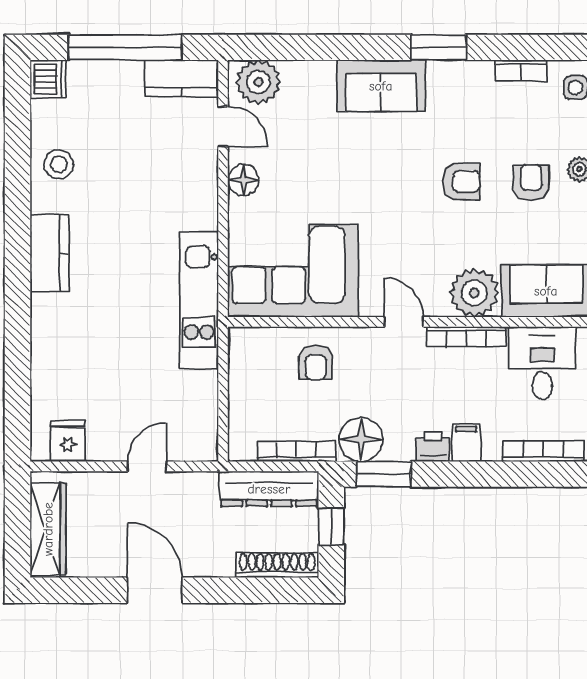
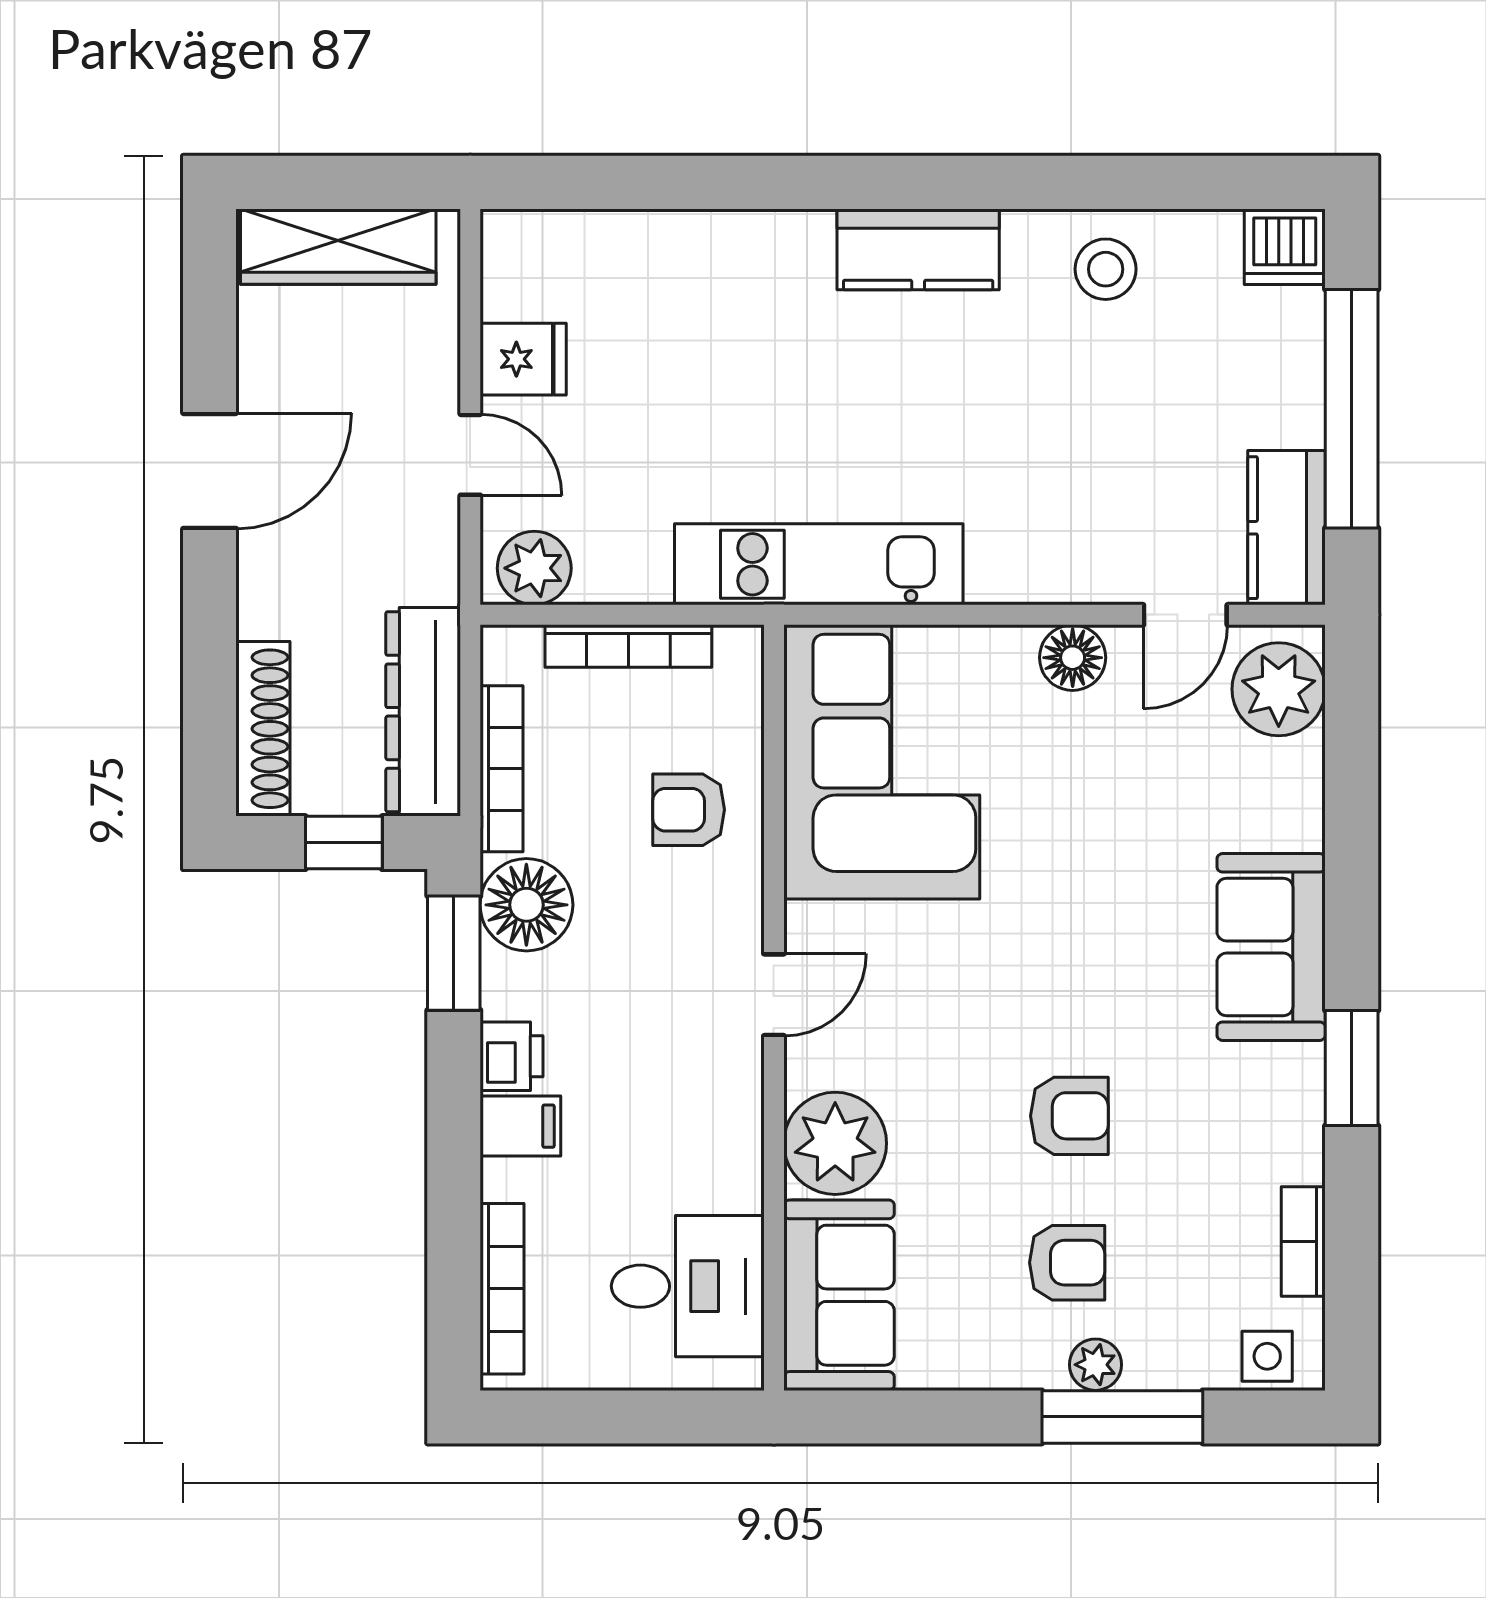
armchair: (461, 181) -> (1069, 1116), turned -90
bookcase: (466, 337) -> (628, 646), moved, turned -90
plant: (201, 436) -> (534, 568), added
fridge: (68, 441) -> (523, 359), moved

